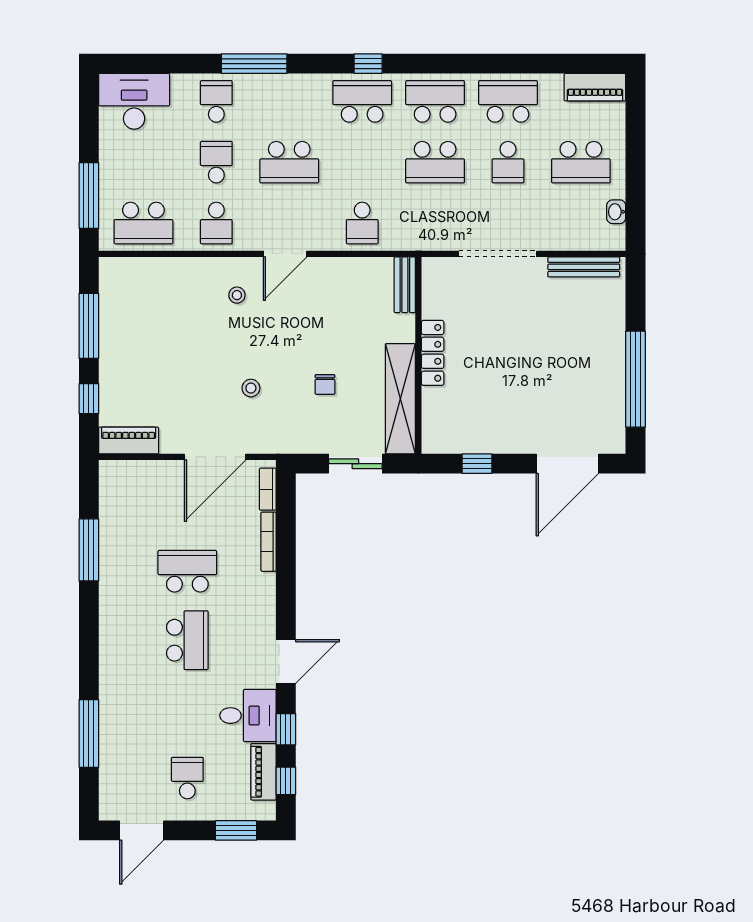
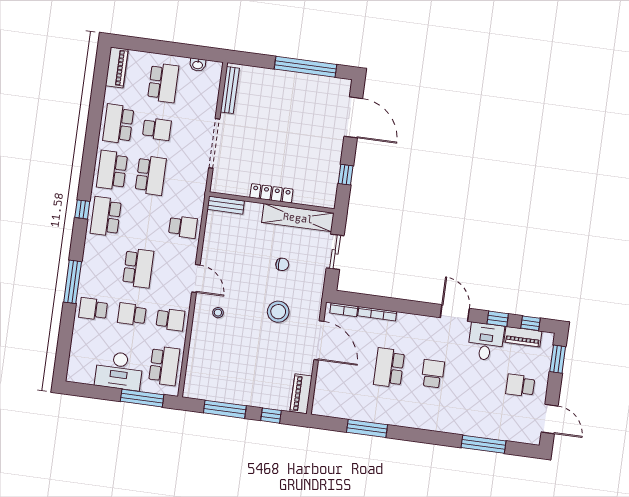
desk: (134, 101) -> (119, 371), moved, turned -90
stool: (251, 388) -> (278, 312), width x1.89, depth x1.89
school desk: (187, 640) -> (433, 374), width x0.54

